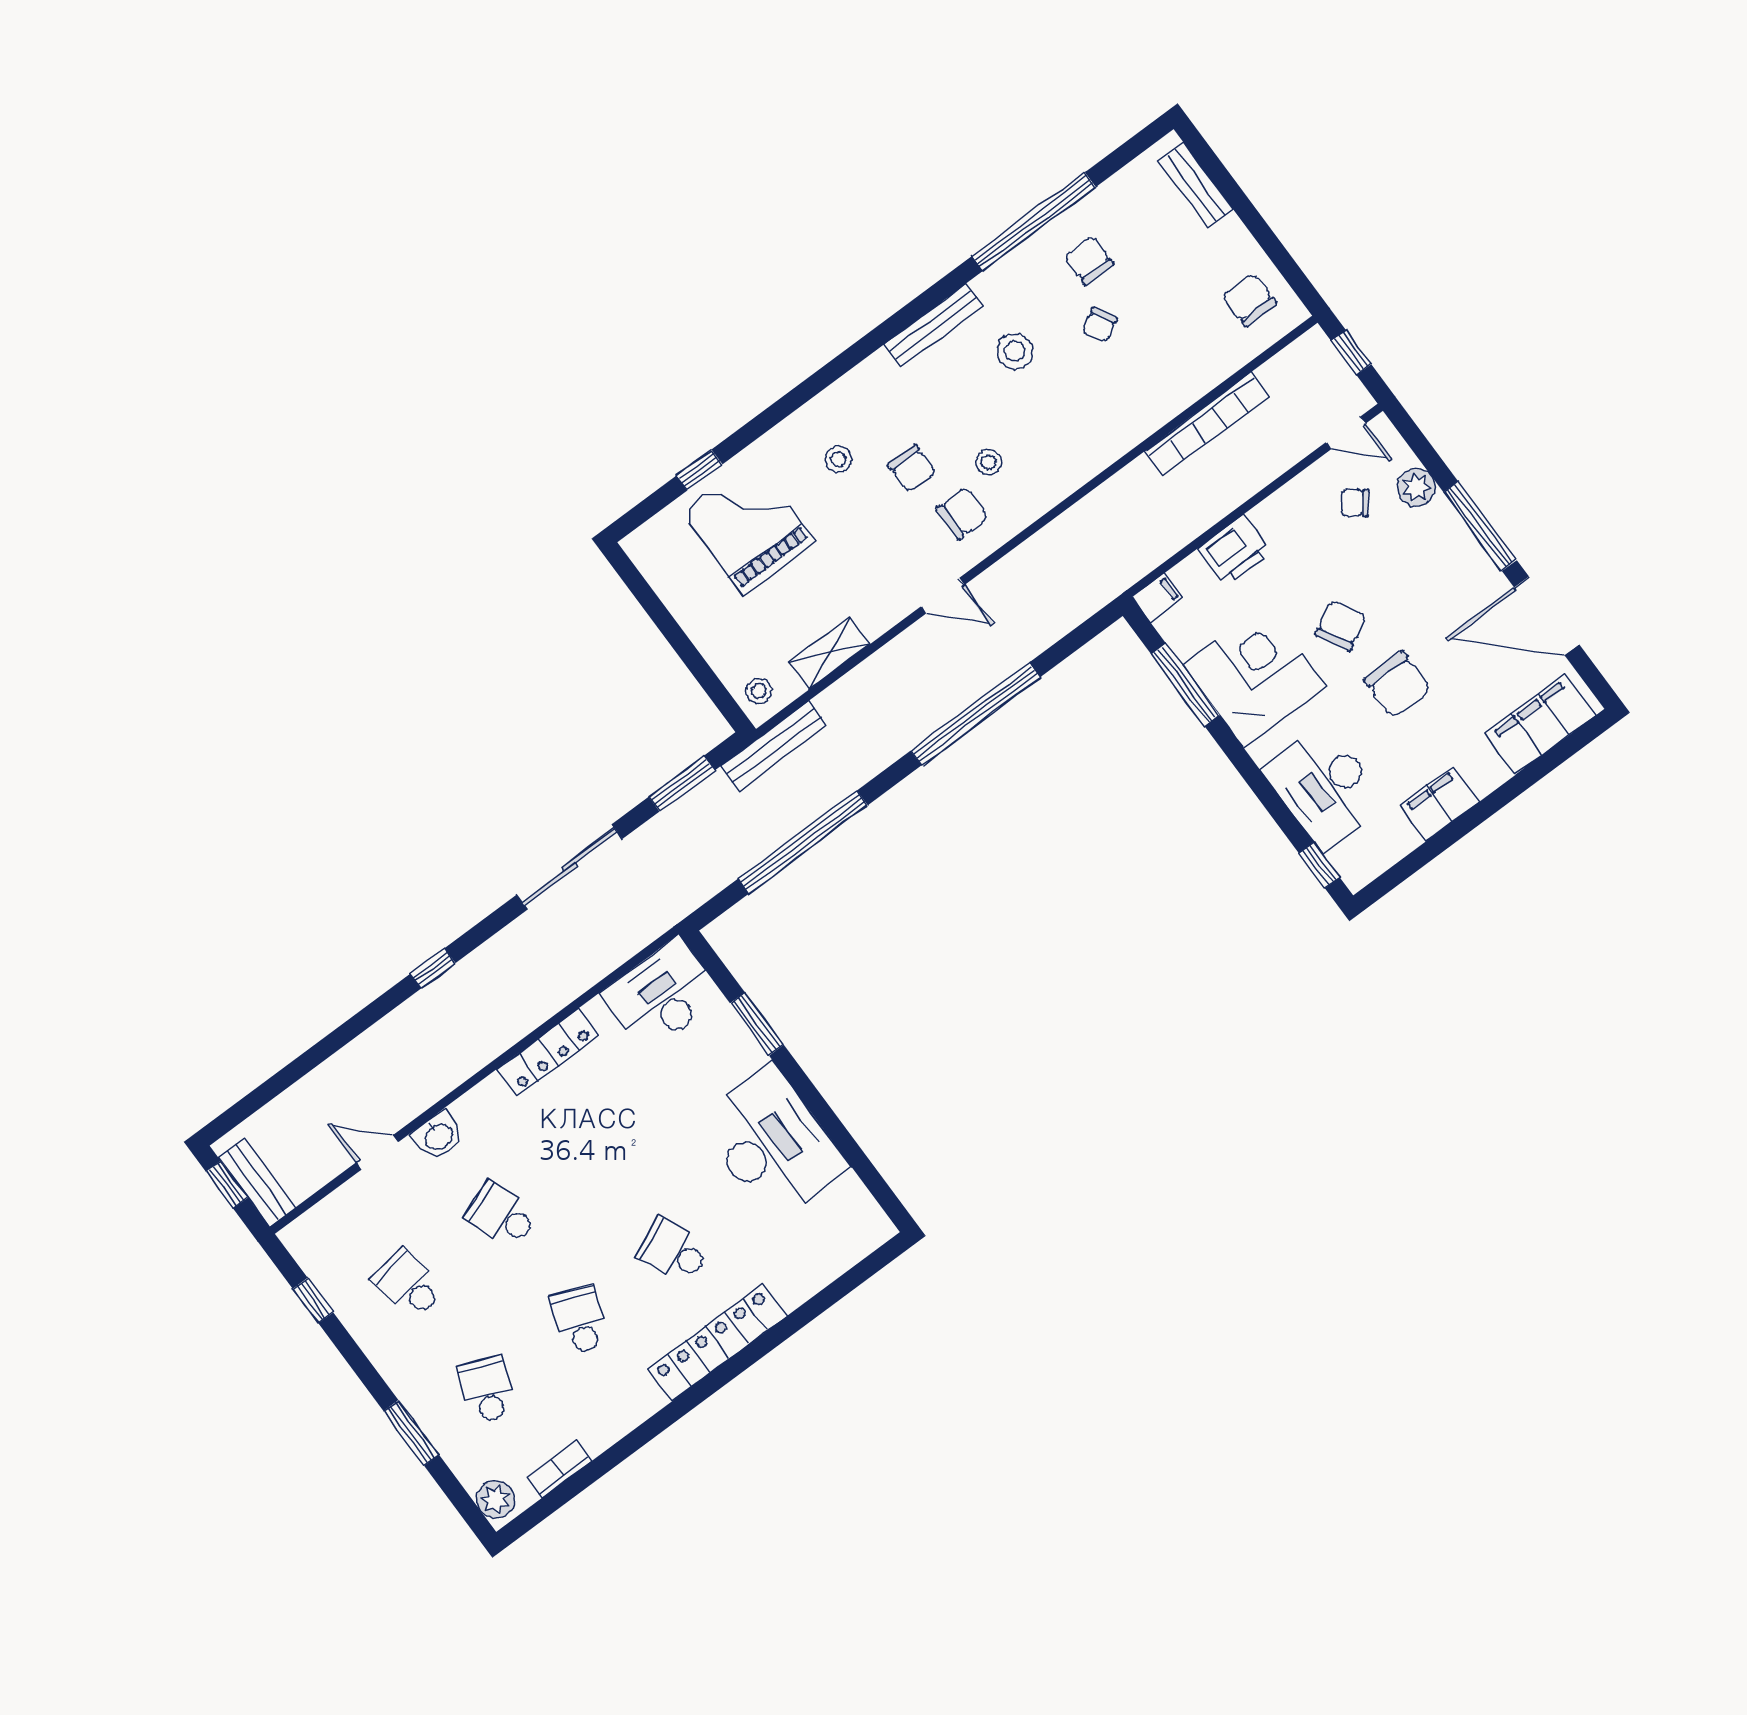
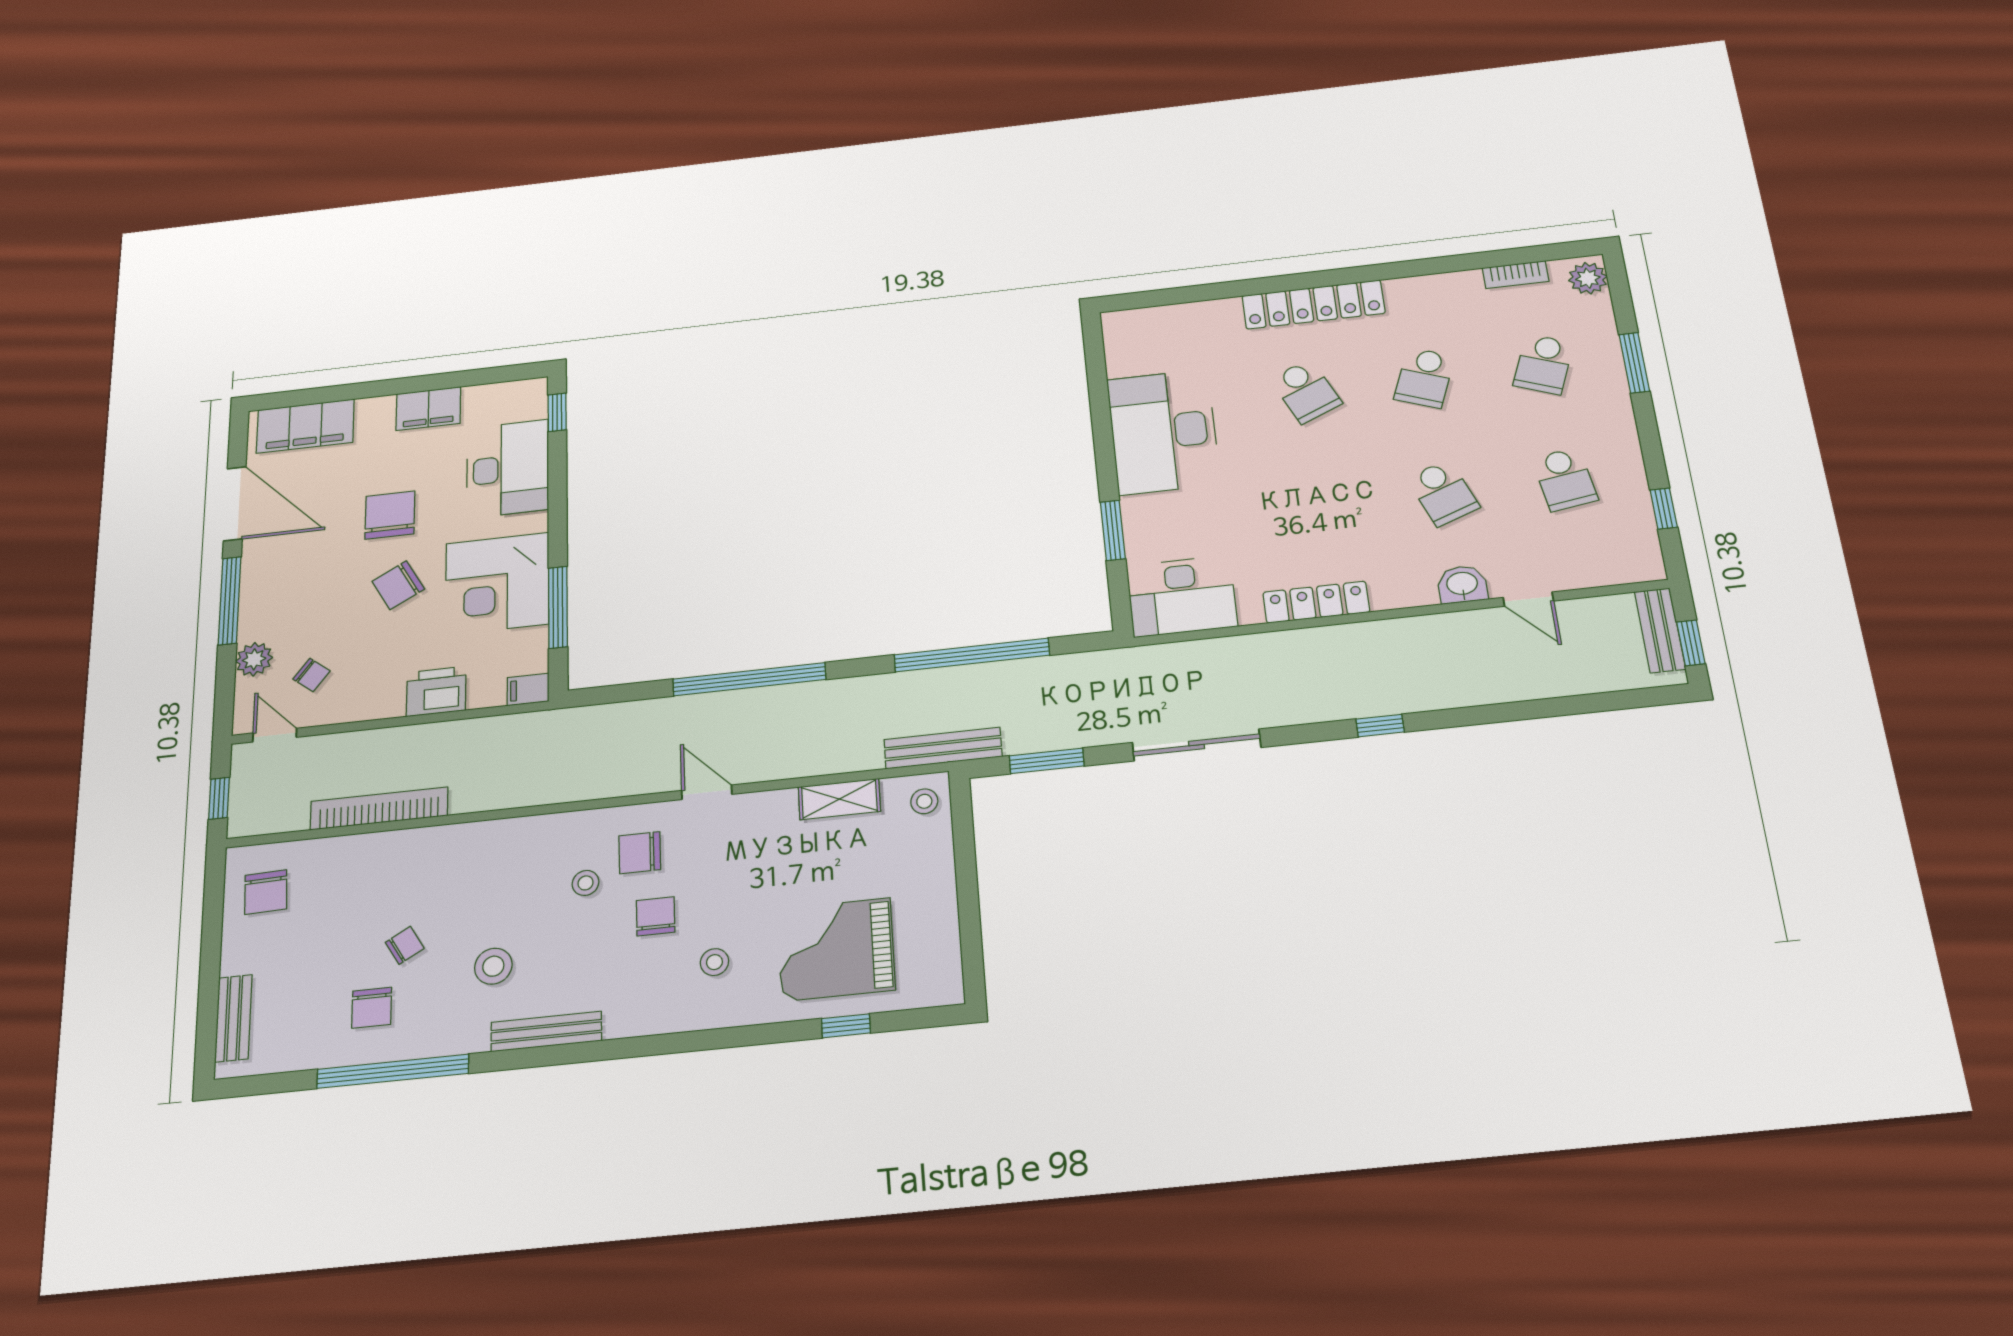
grand piano: (748, 527) -> (836, 949), turned 90

